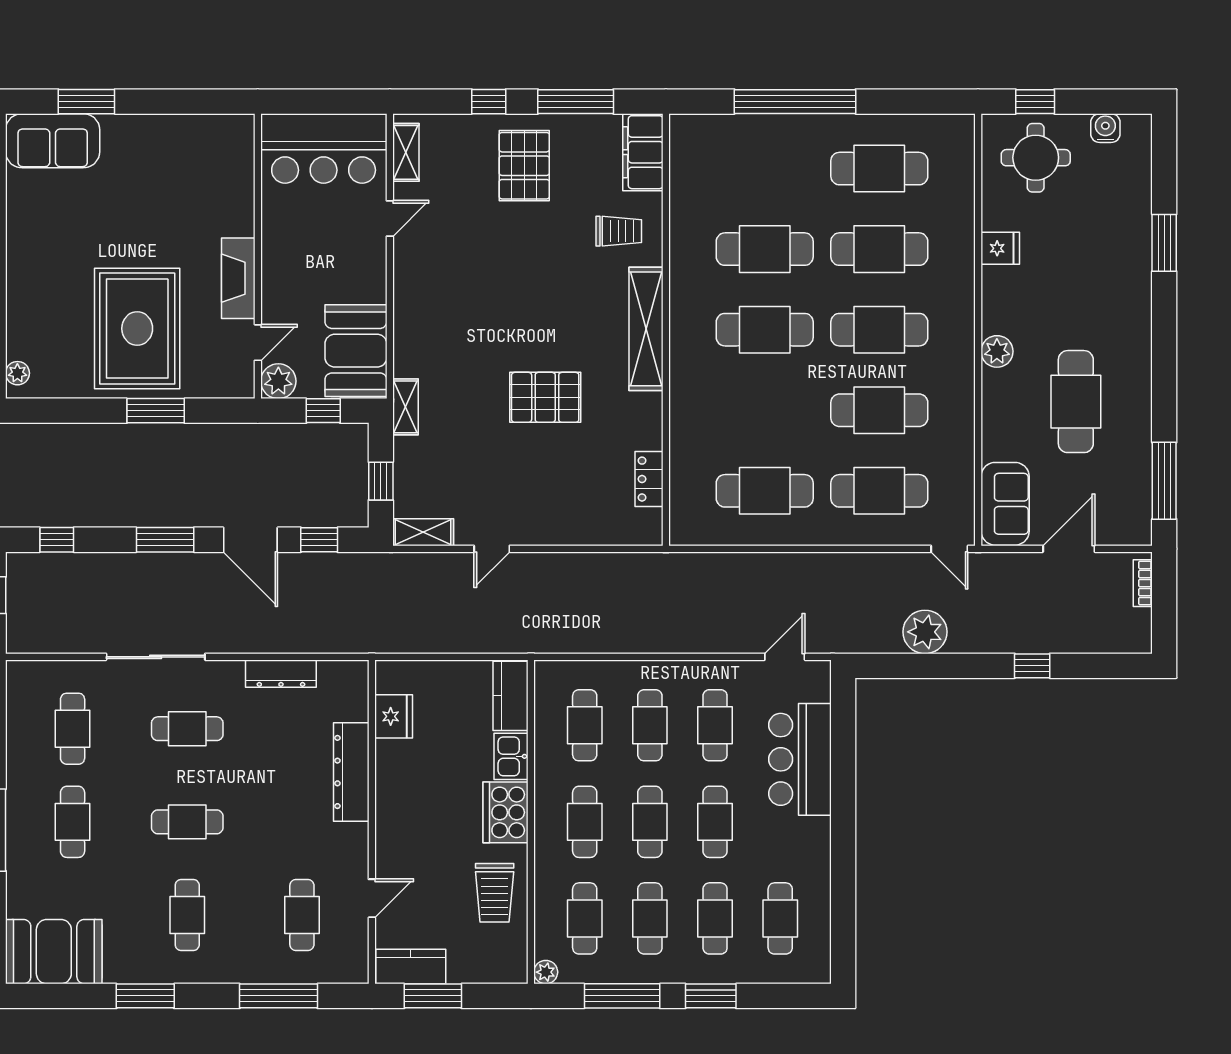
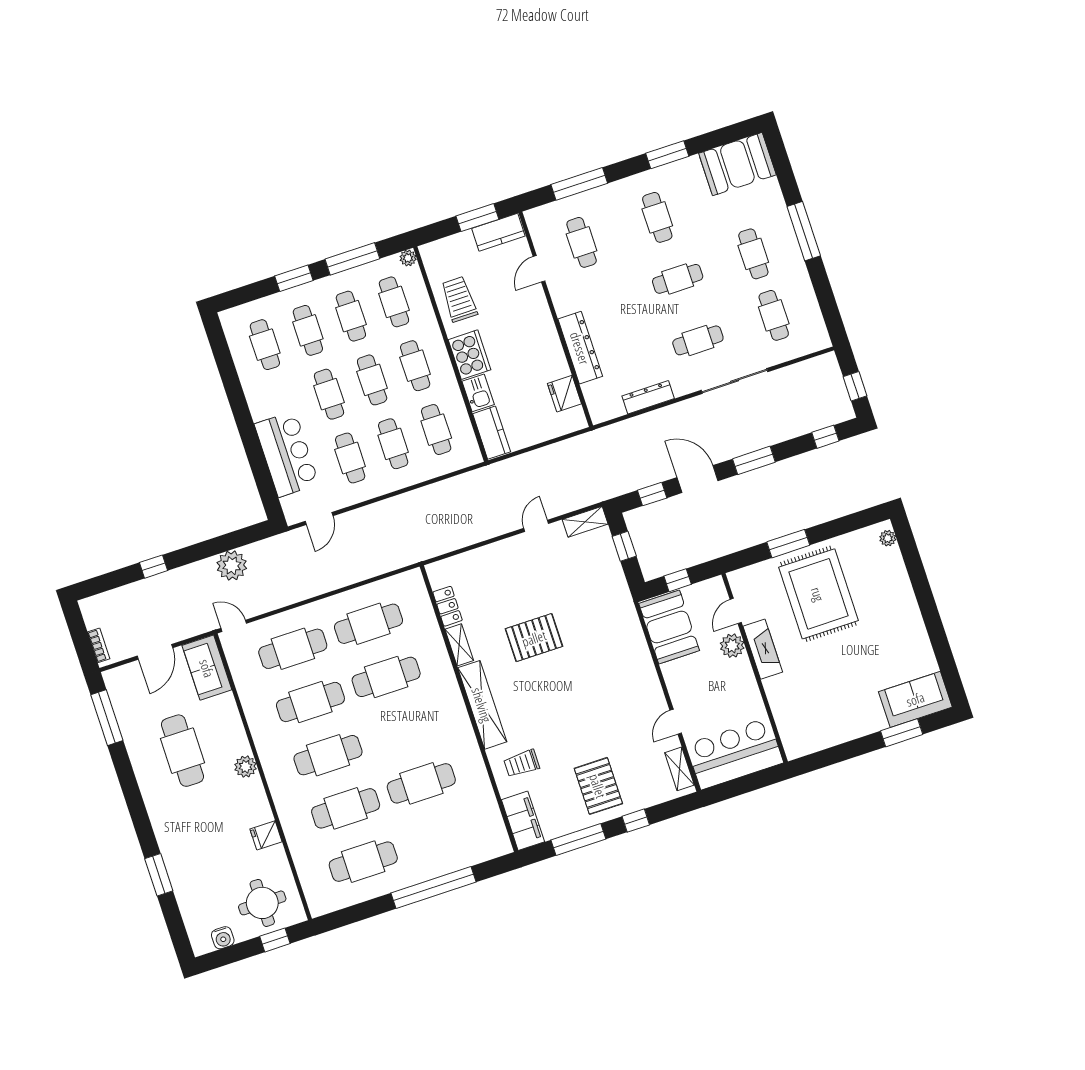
cafe table: (765, 330) -> (386, 677), moved
plant: (278, 381) -> (732, 646), moved
shelving: (405, 407) -> (459, 645), moved

